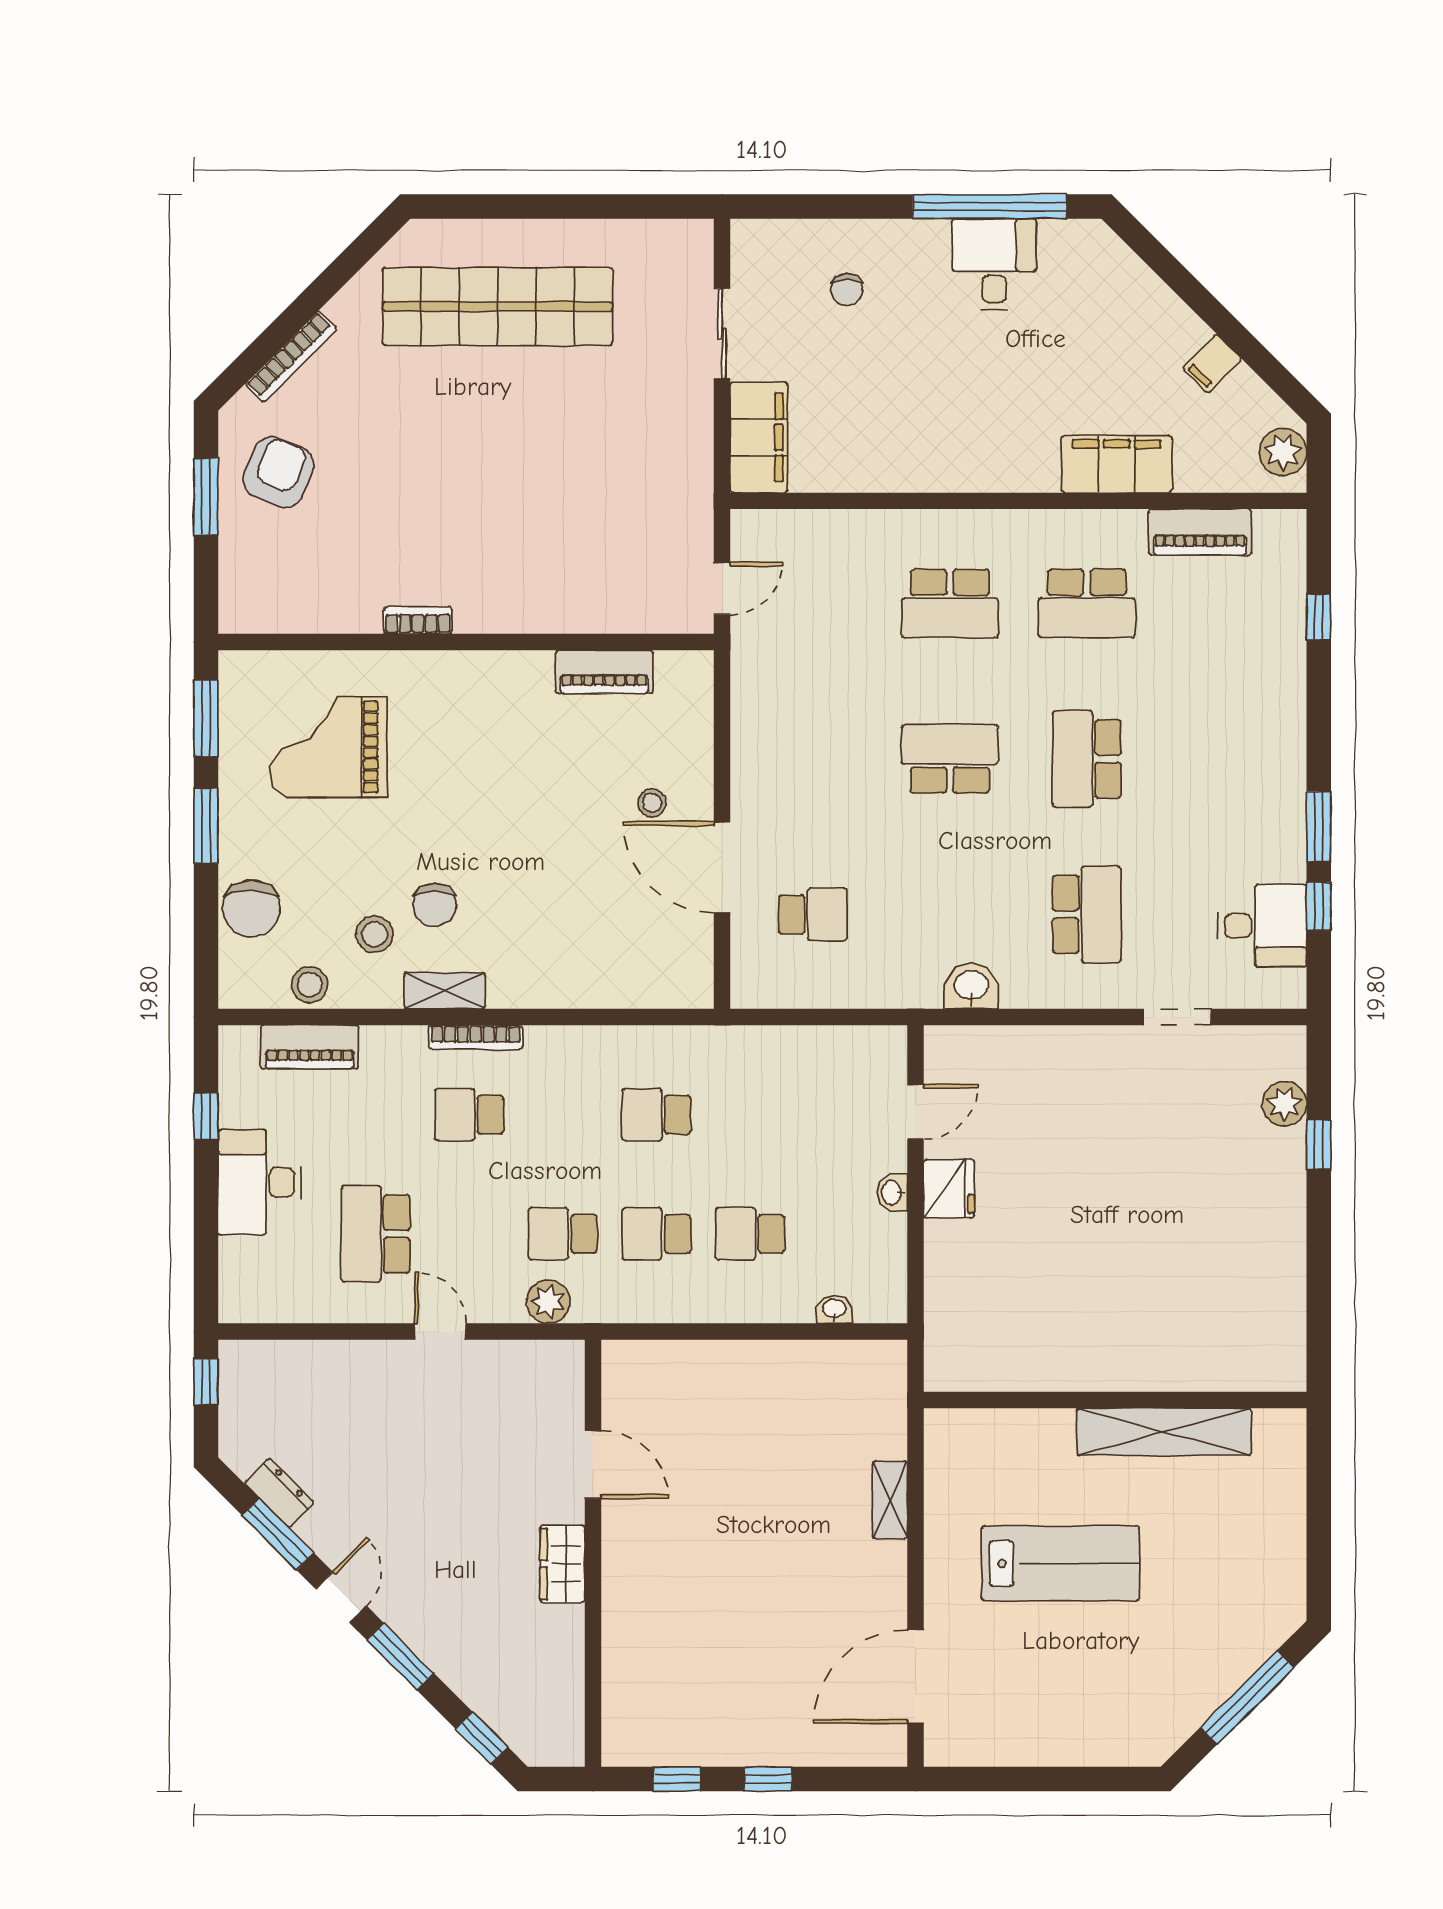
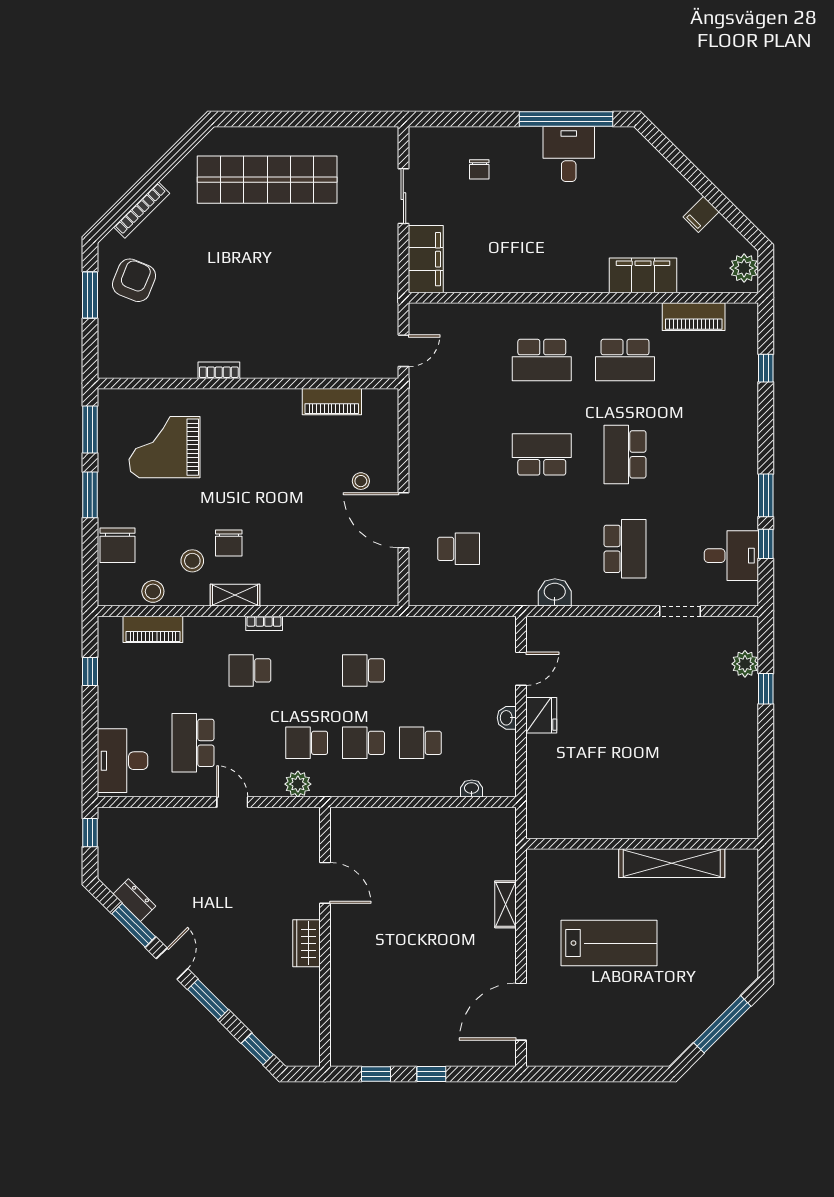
bookcase: (476, 1037) -> (264, 623), width x0.64
desk: (259, 1182) -> (122, 761), moved

